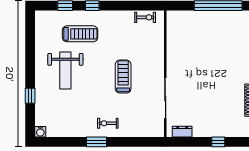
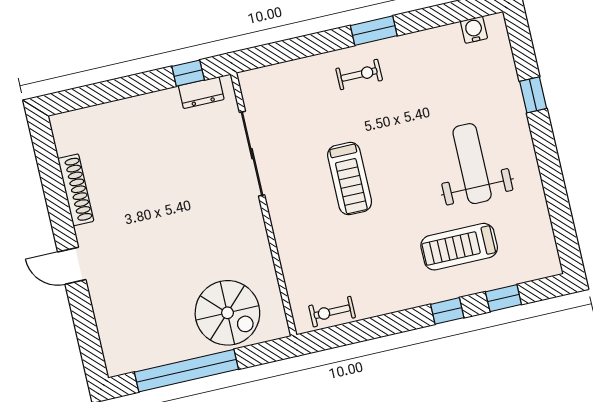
spiral stairs: (193, 28) -> (227, 313), added
water cooler: (40, 132) -> (474, 30), moved
window: (218, 142) -> (188, 73), moved

